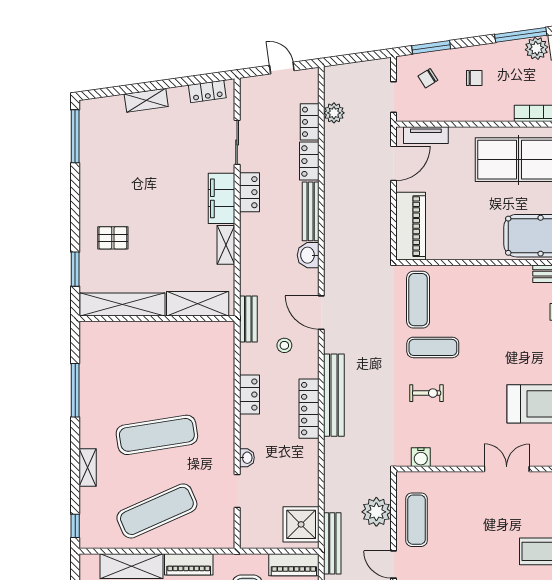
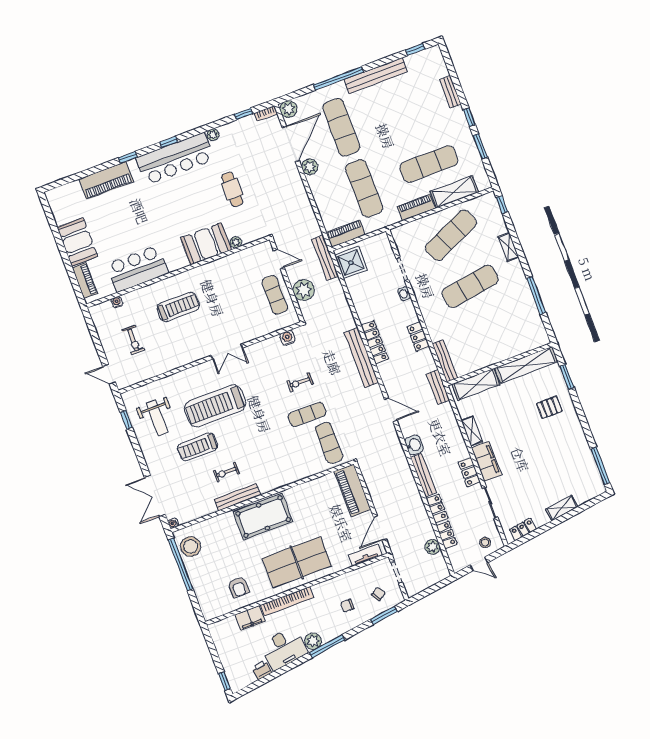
stool: (284, 345) -> (485, 542), moved
bench: (227, 350) -> (445, 361), added

